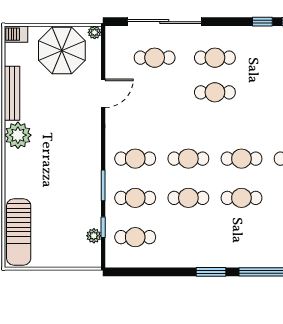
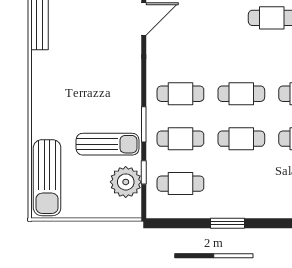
plant: (18, 135) -> (46, 67), removed
sun lounger: (71, 203) -> (108, 144), added
plant: (94, 236) -> (126, 182), width x1.88, depth x1.88
window: (211, 272) -> (228, 223), moved

